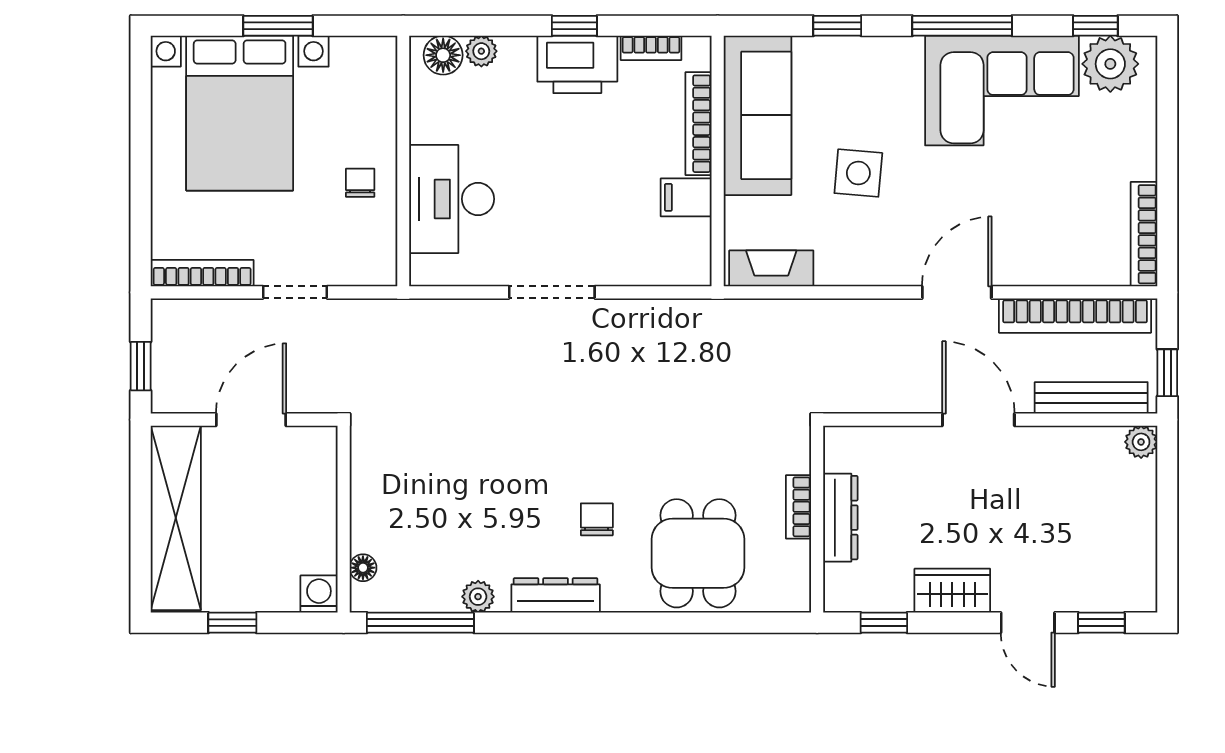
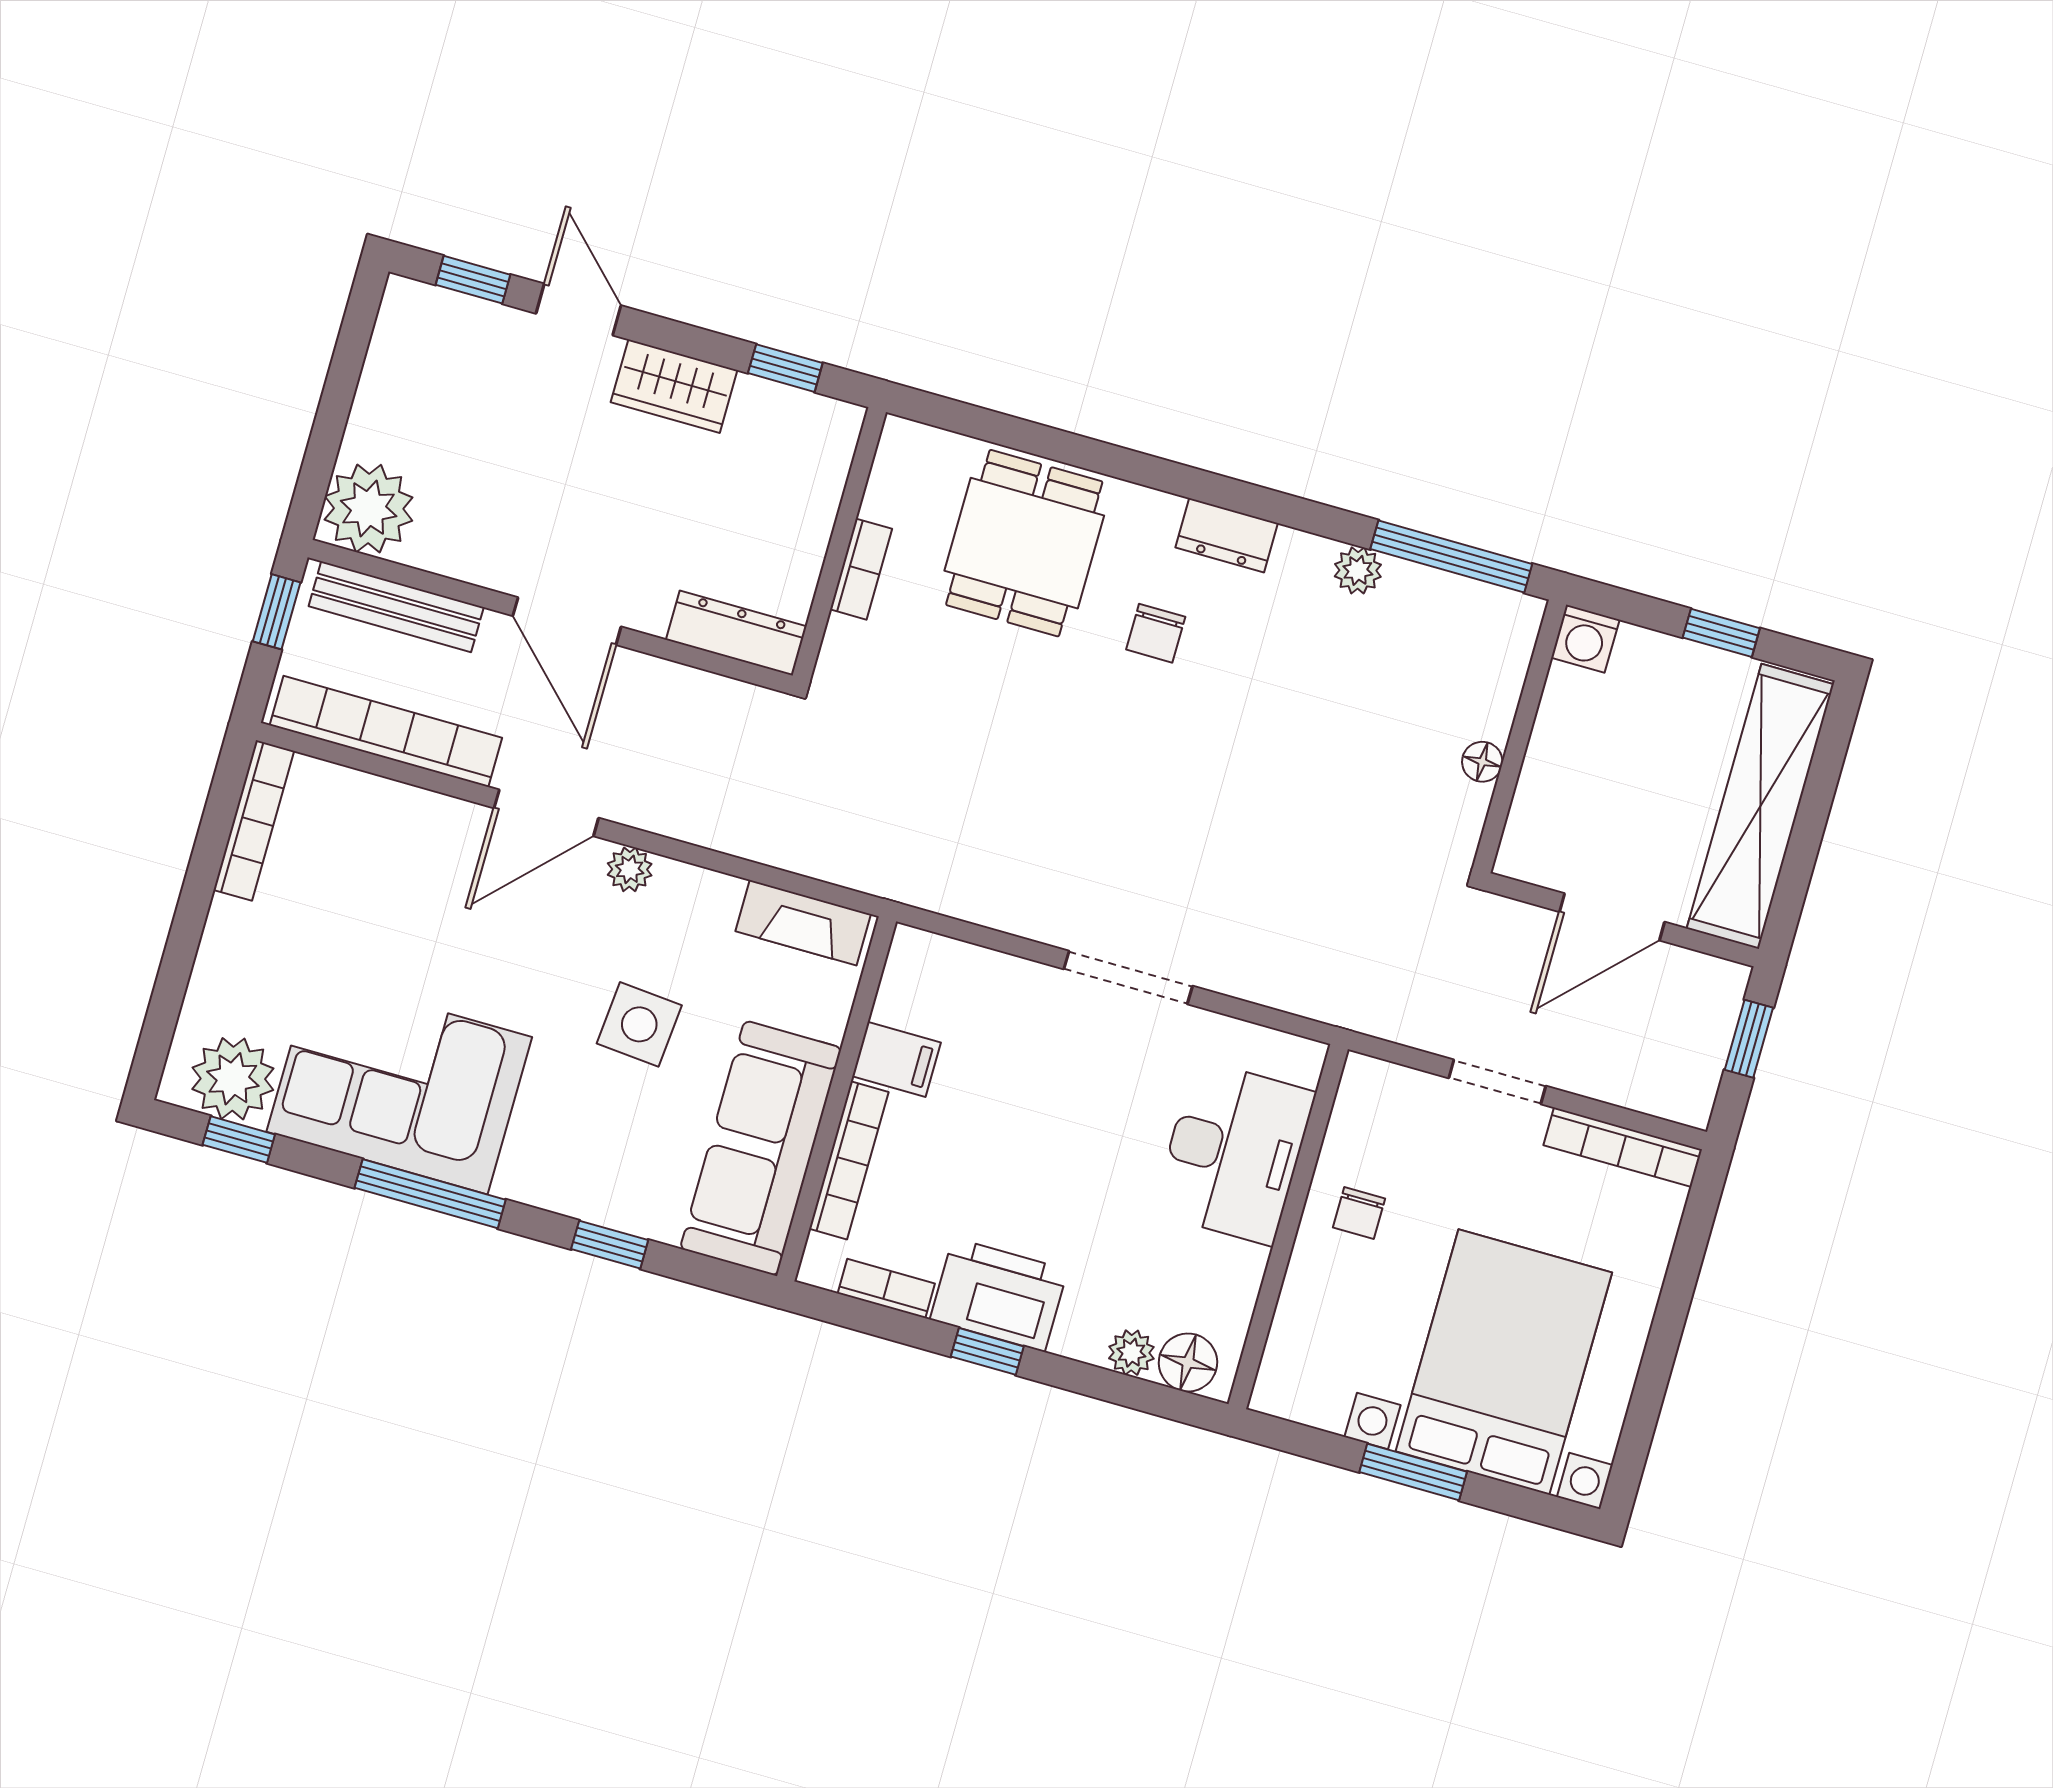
plant: (893, 271) -> (630, 869), added
plant: (1141, 442) -> (369, 509), width x1.87, depth x1.87
dresser: (840, 518) -> (736, 633), moved, turned 90
floor lamp: (363, 568) -> (1482, 762), moved
dresser: (556, 595) -> (1227, 535), width x0.70

